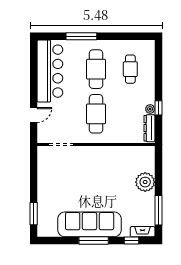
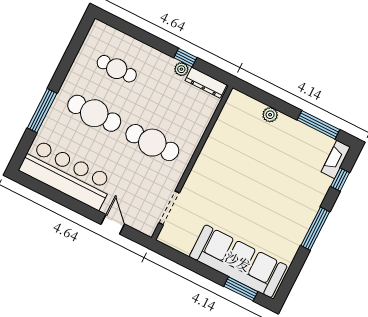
plant: (145, 182) -> (270, 115), width x0.53, depth x0.53
sofa: (90, 224) -> (238, 261), moved, turned 90

